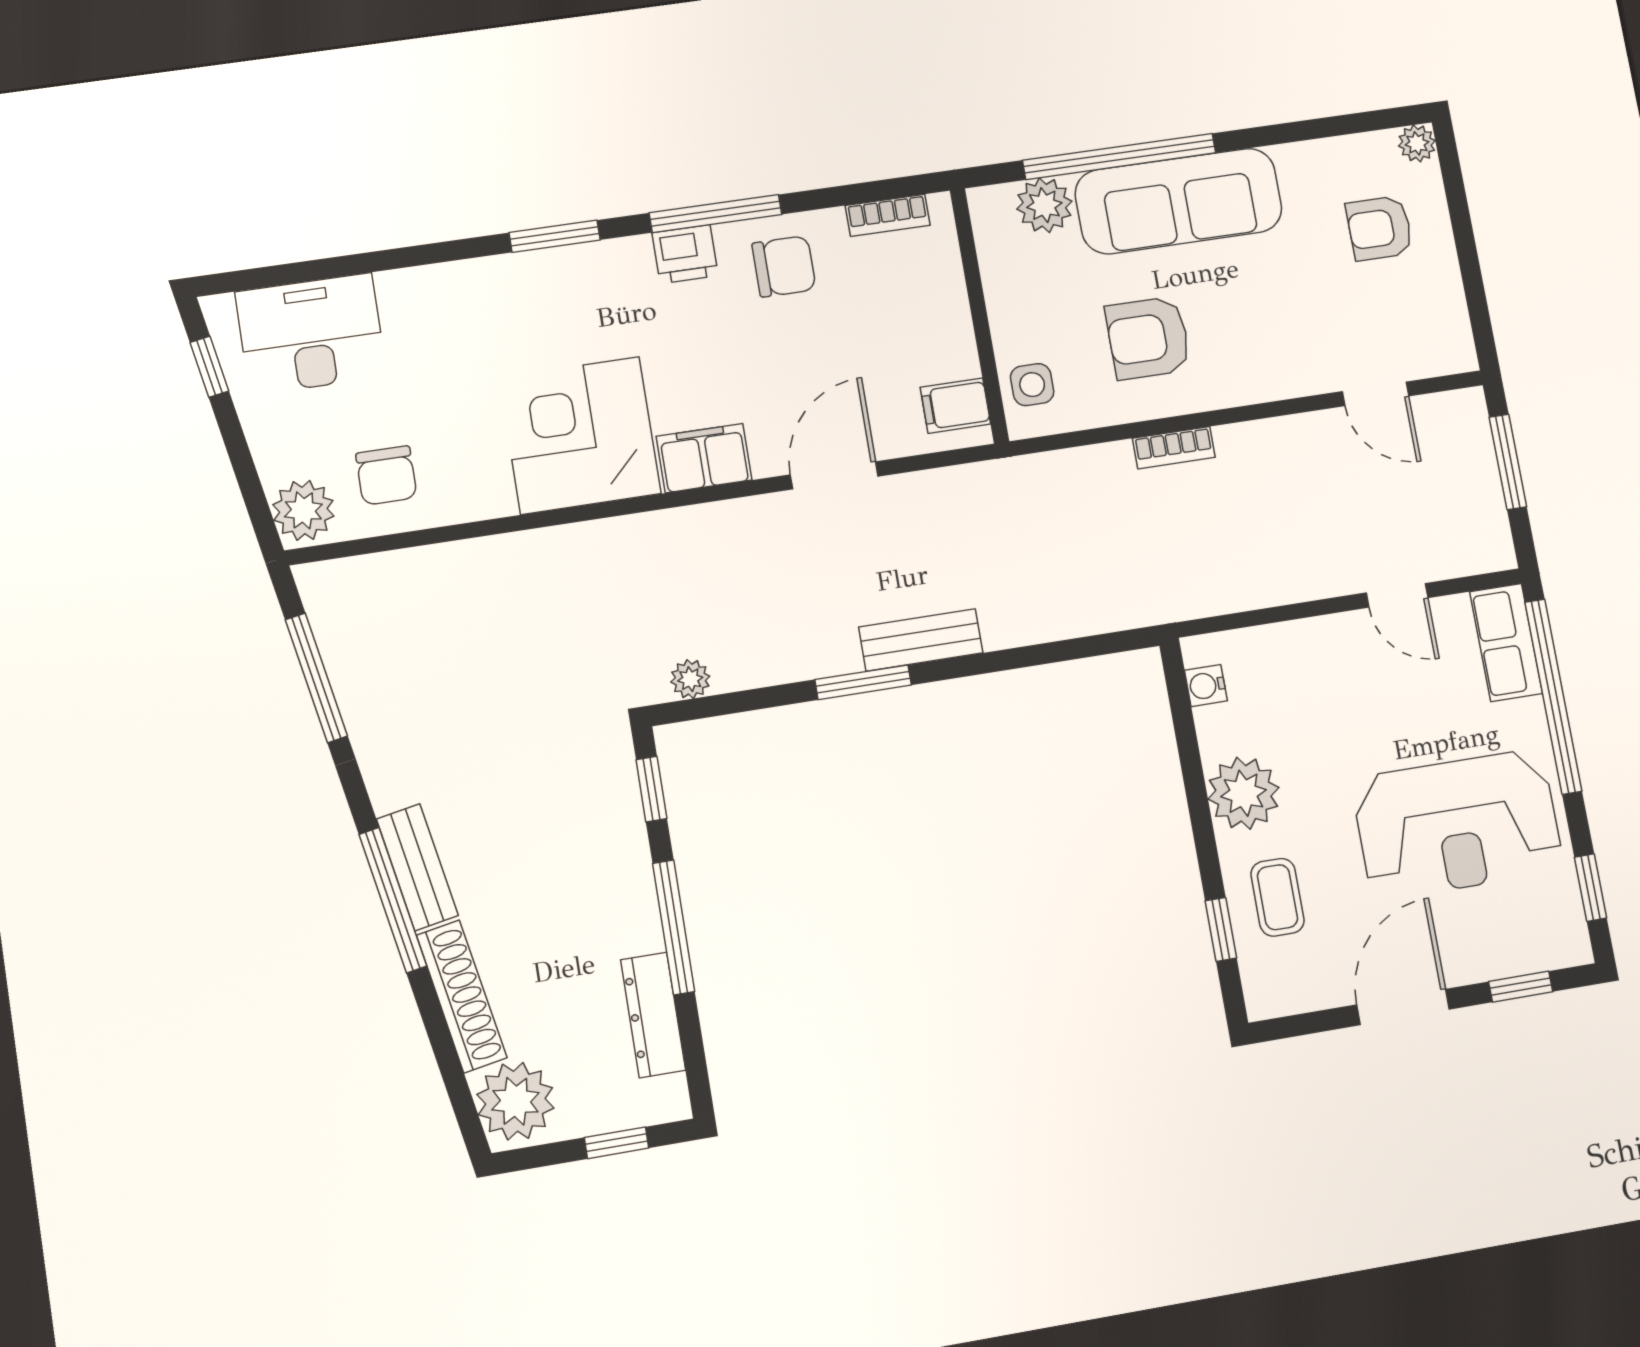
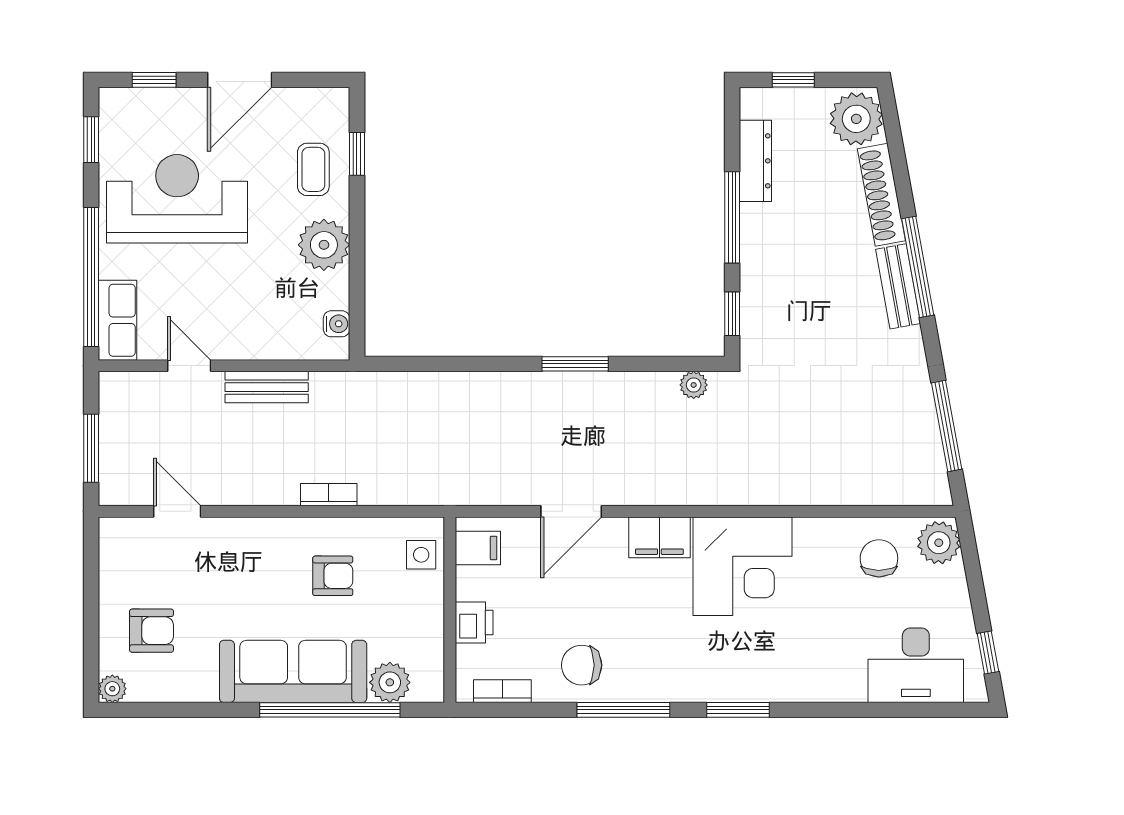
printer: (685, 254) -> (474, 622), moved, turned 90
armchair: (1148, 338) -> (333, 576), width x0.72, depth x0.72
bench: (921, 640) -> (267, 387), moved

